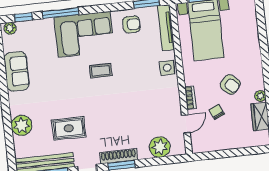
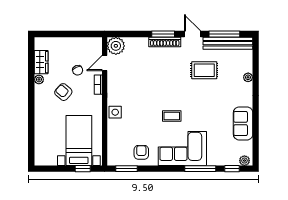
armchair: (131, 24) -> (141, 152), turned 90
tv unit: (166, 28) -> (112, 146), removed
plant: (22, 125) -> (248, 77), width x0.53, depth x0.53
plant: (160, 147) -> (116, 46), moved

